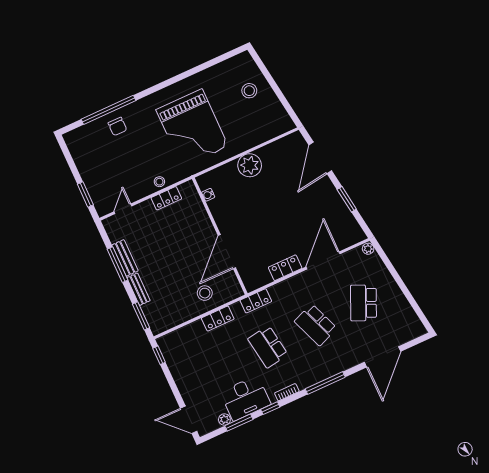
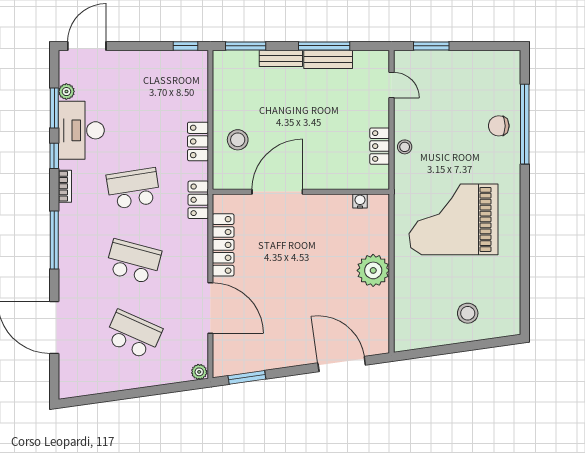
window: (347, 199) -> (247, 377), moved
door: (227, 252) -> (277, 192), hinge flipped
locker: (285, 268) -> (223, 245), width x1.53
school desk: (316, 325) -> (133, 262), turned 36

